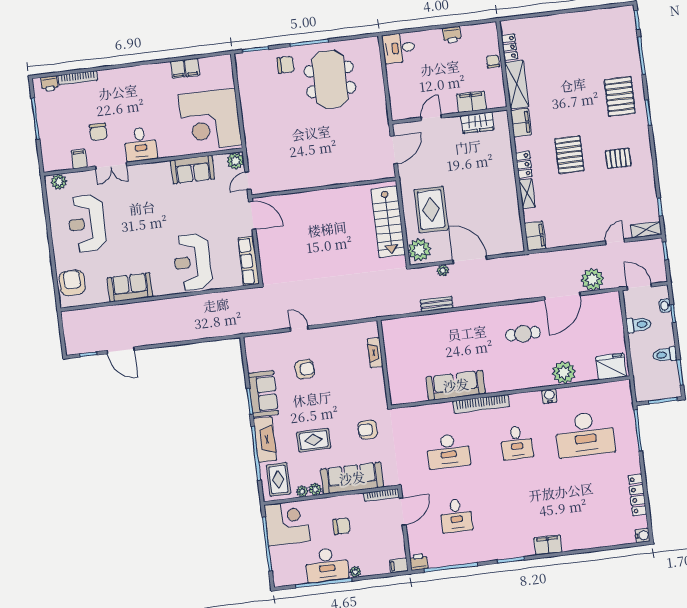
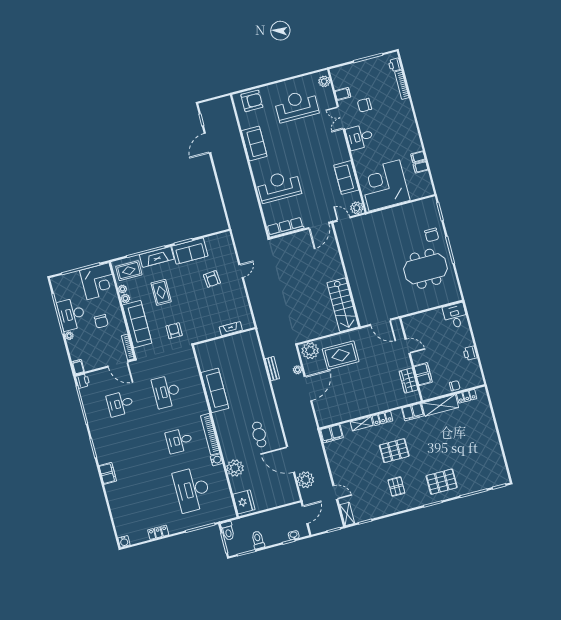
stairs: (388, 222) -> (343, 305), moved, turned -90
toilet: (639, 325) -> (228, 531), moved
bookcase: (481, 404) -> (210, 434), moved
locker: (637, 495) -> (158, 532), width x0.66

